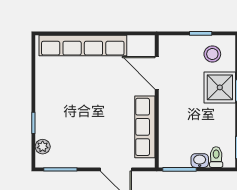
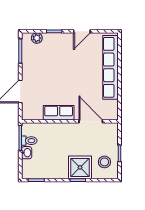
door: (157, 73) -> (91, 121), hinge flipped
door: (33, 85) -> (82, 31), added
row of seats: (145, 127) -> (59, 113), width x0.68
toilet: (216, 157) -> (29, 141), moved

